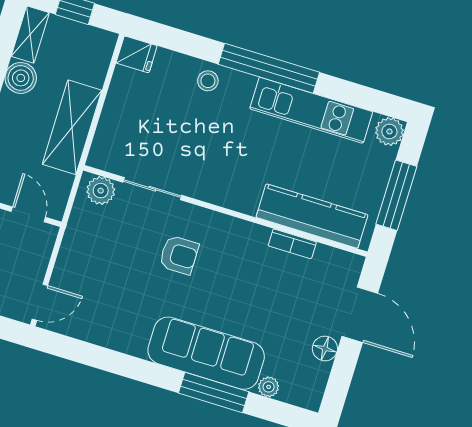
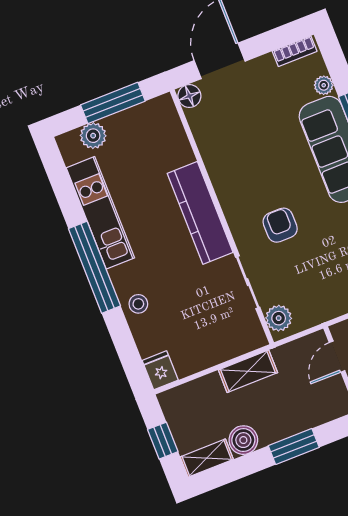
shelving: (72, 127) -> (248, 371), width x0.67, depth x0.75
plant: (389, 131) -> (93, 136), moved
kitchen counter: (312, 216) -> (200, 213), moved
bookcase: (292, 244) -> (295, 51), moved, turned 90
floor lamp: (325, 349) -> (189, 96), moved

